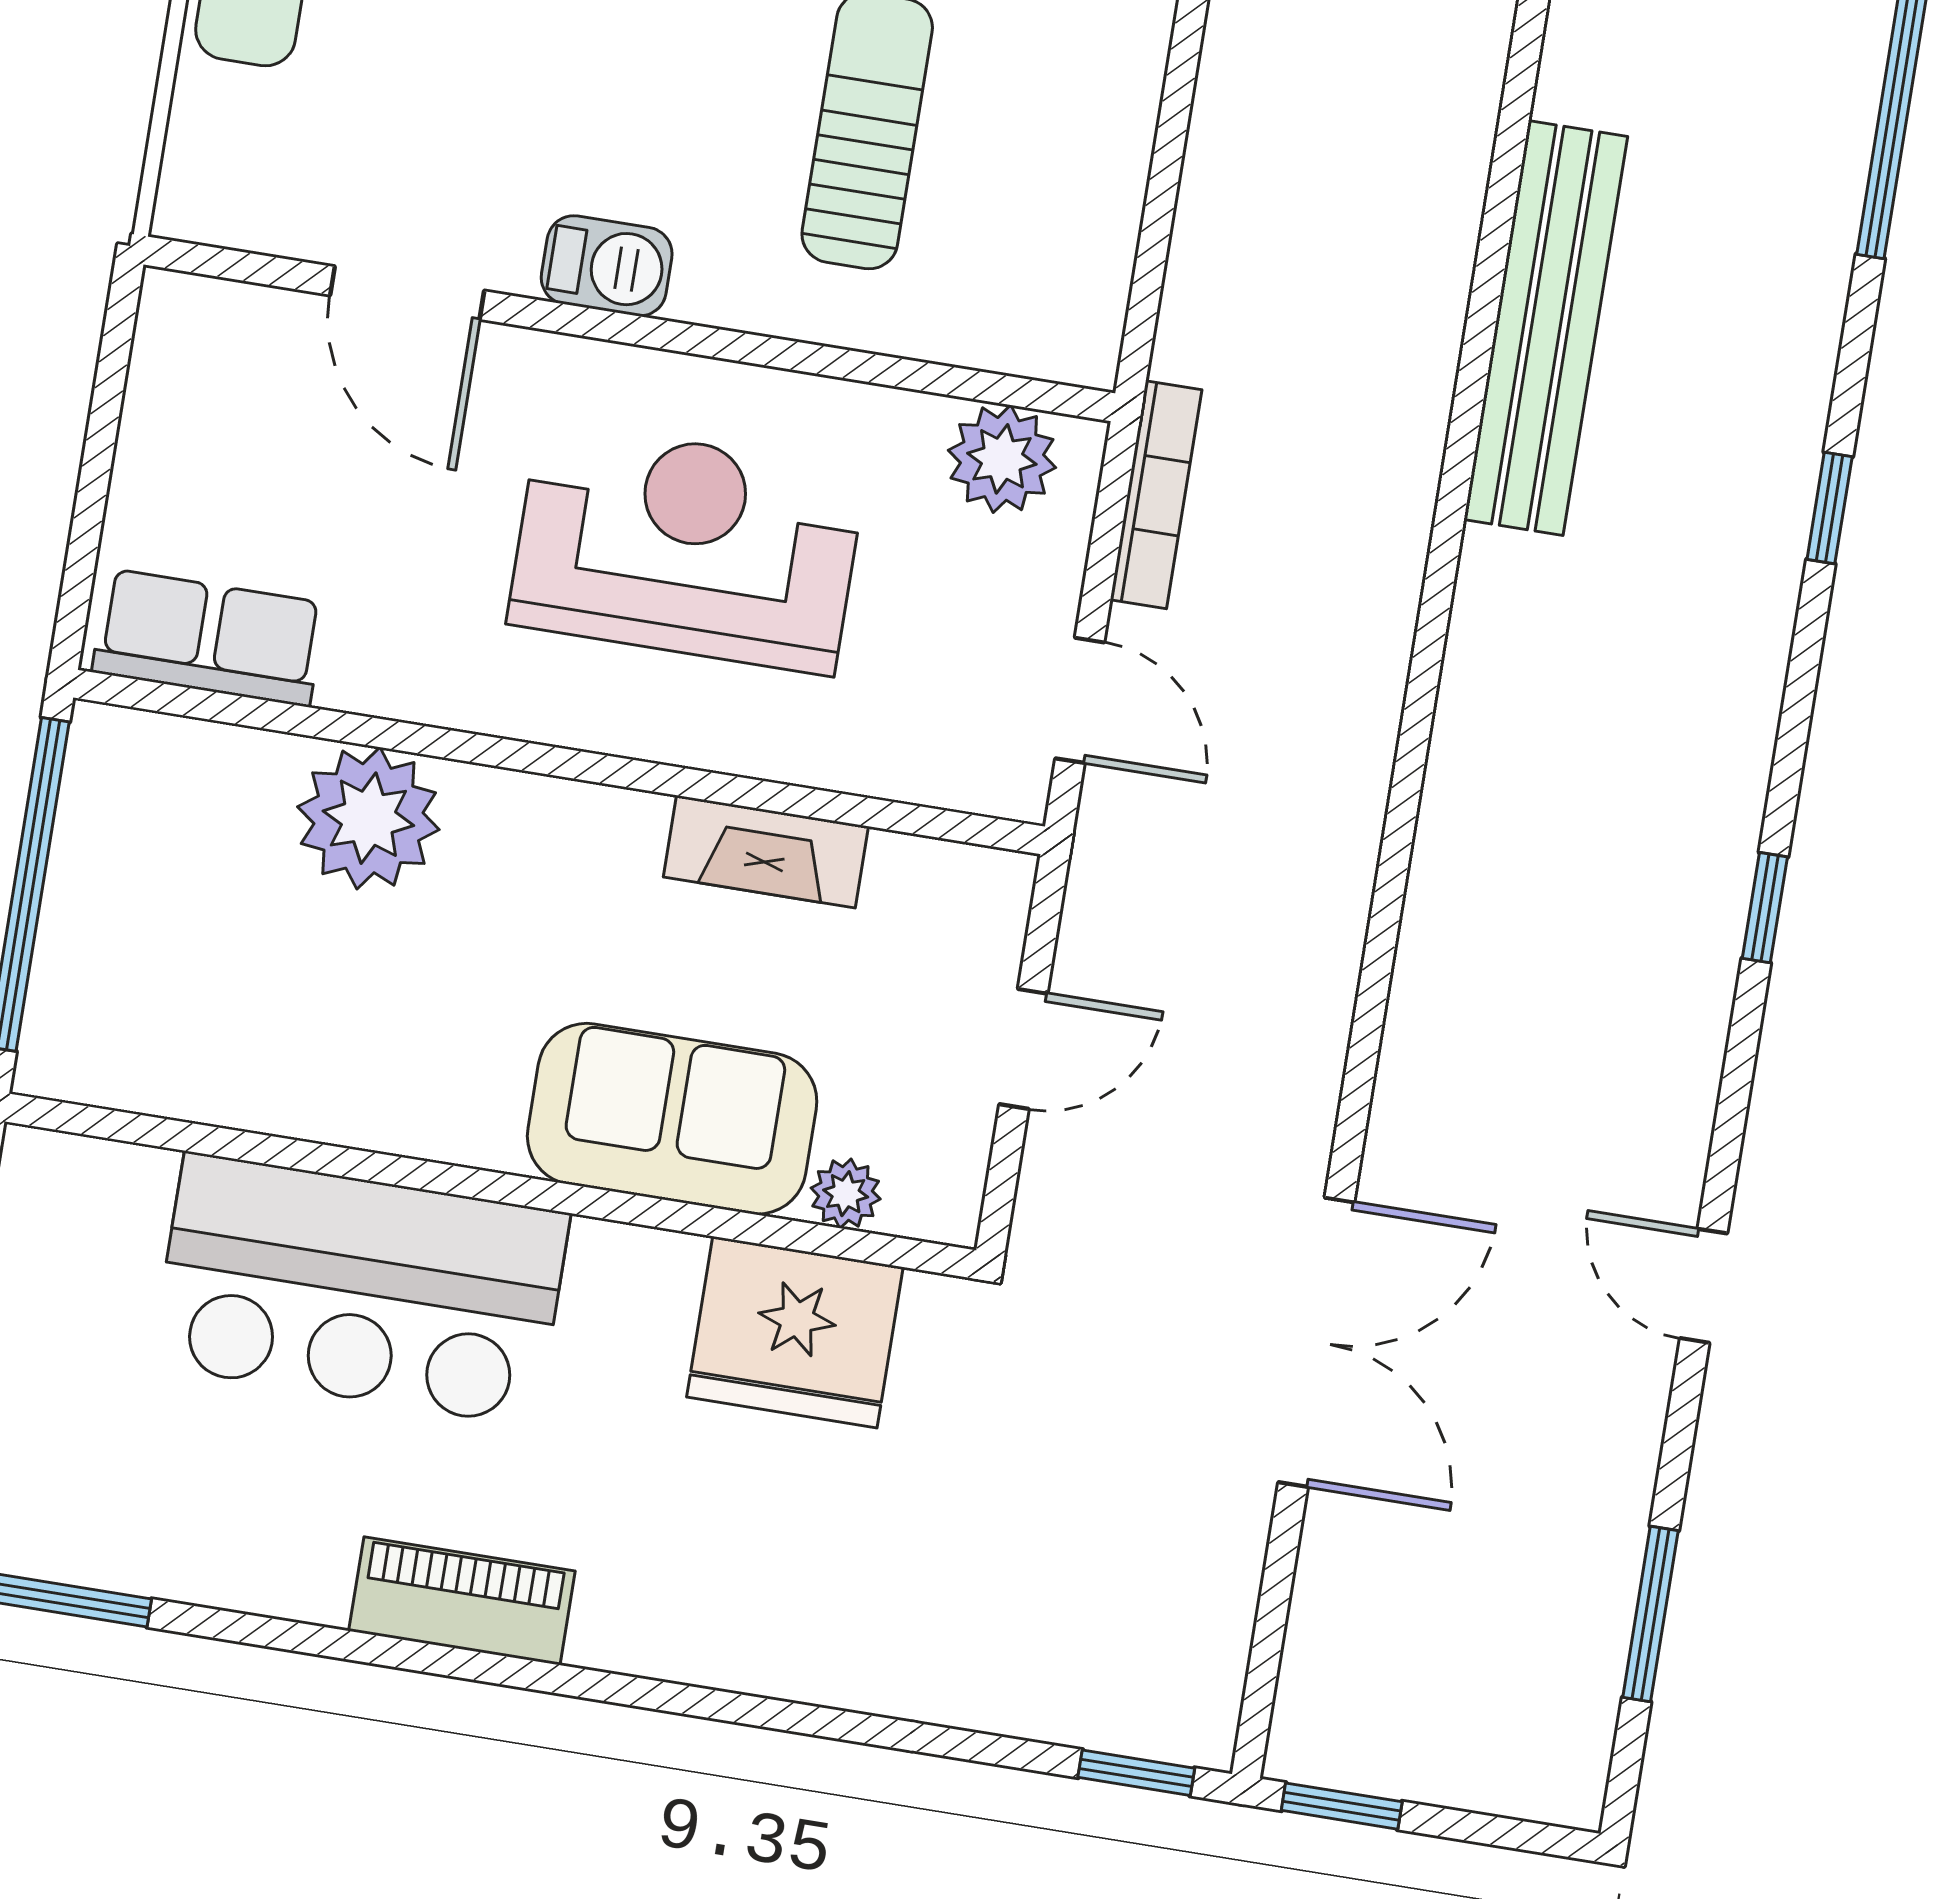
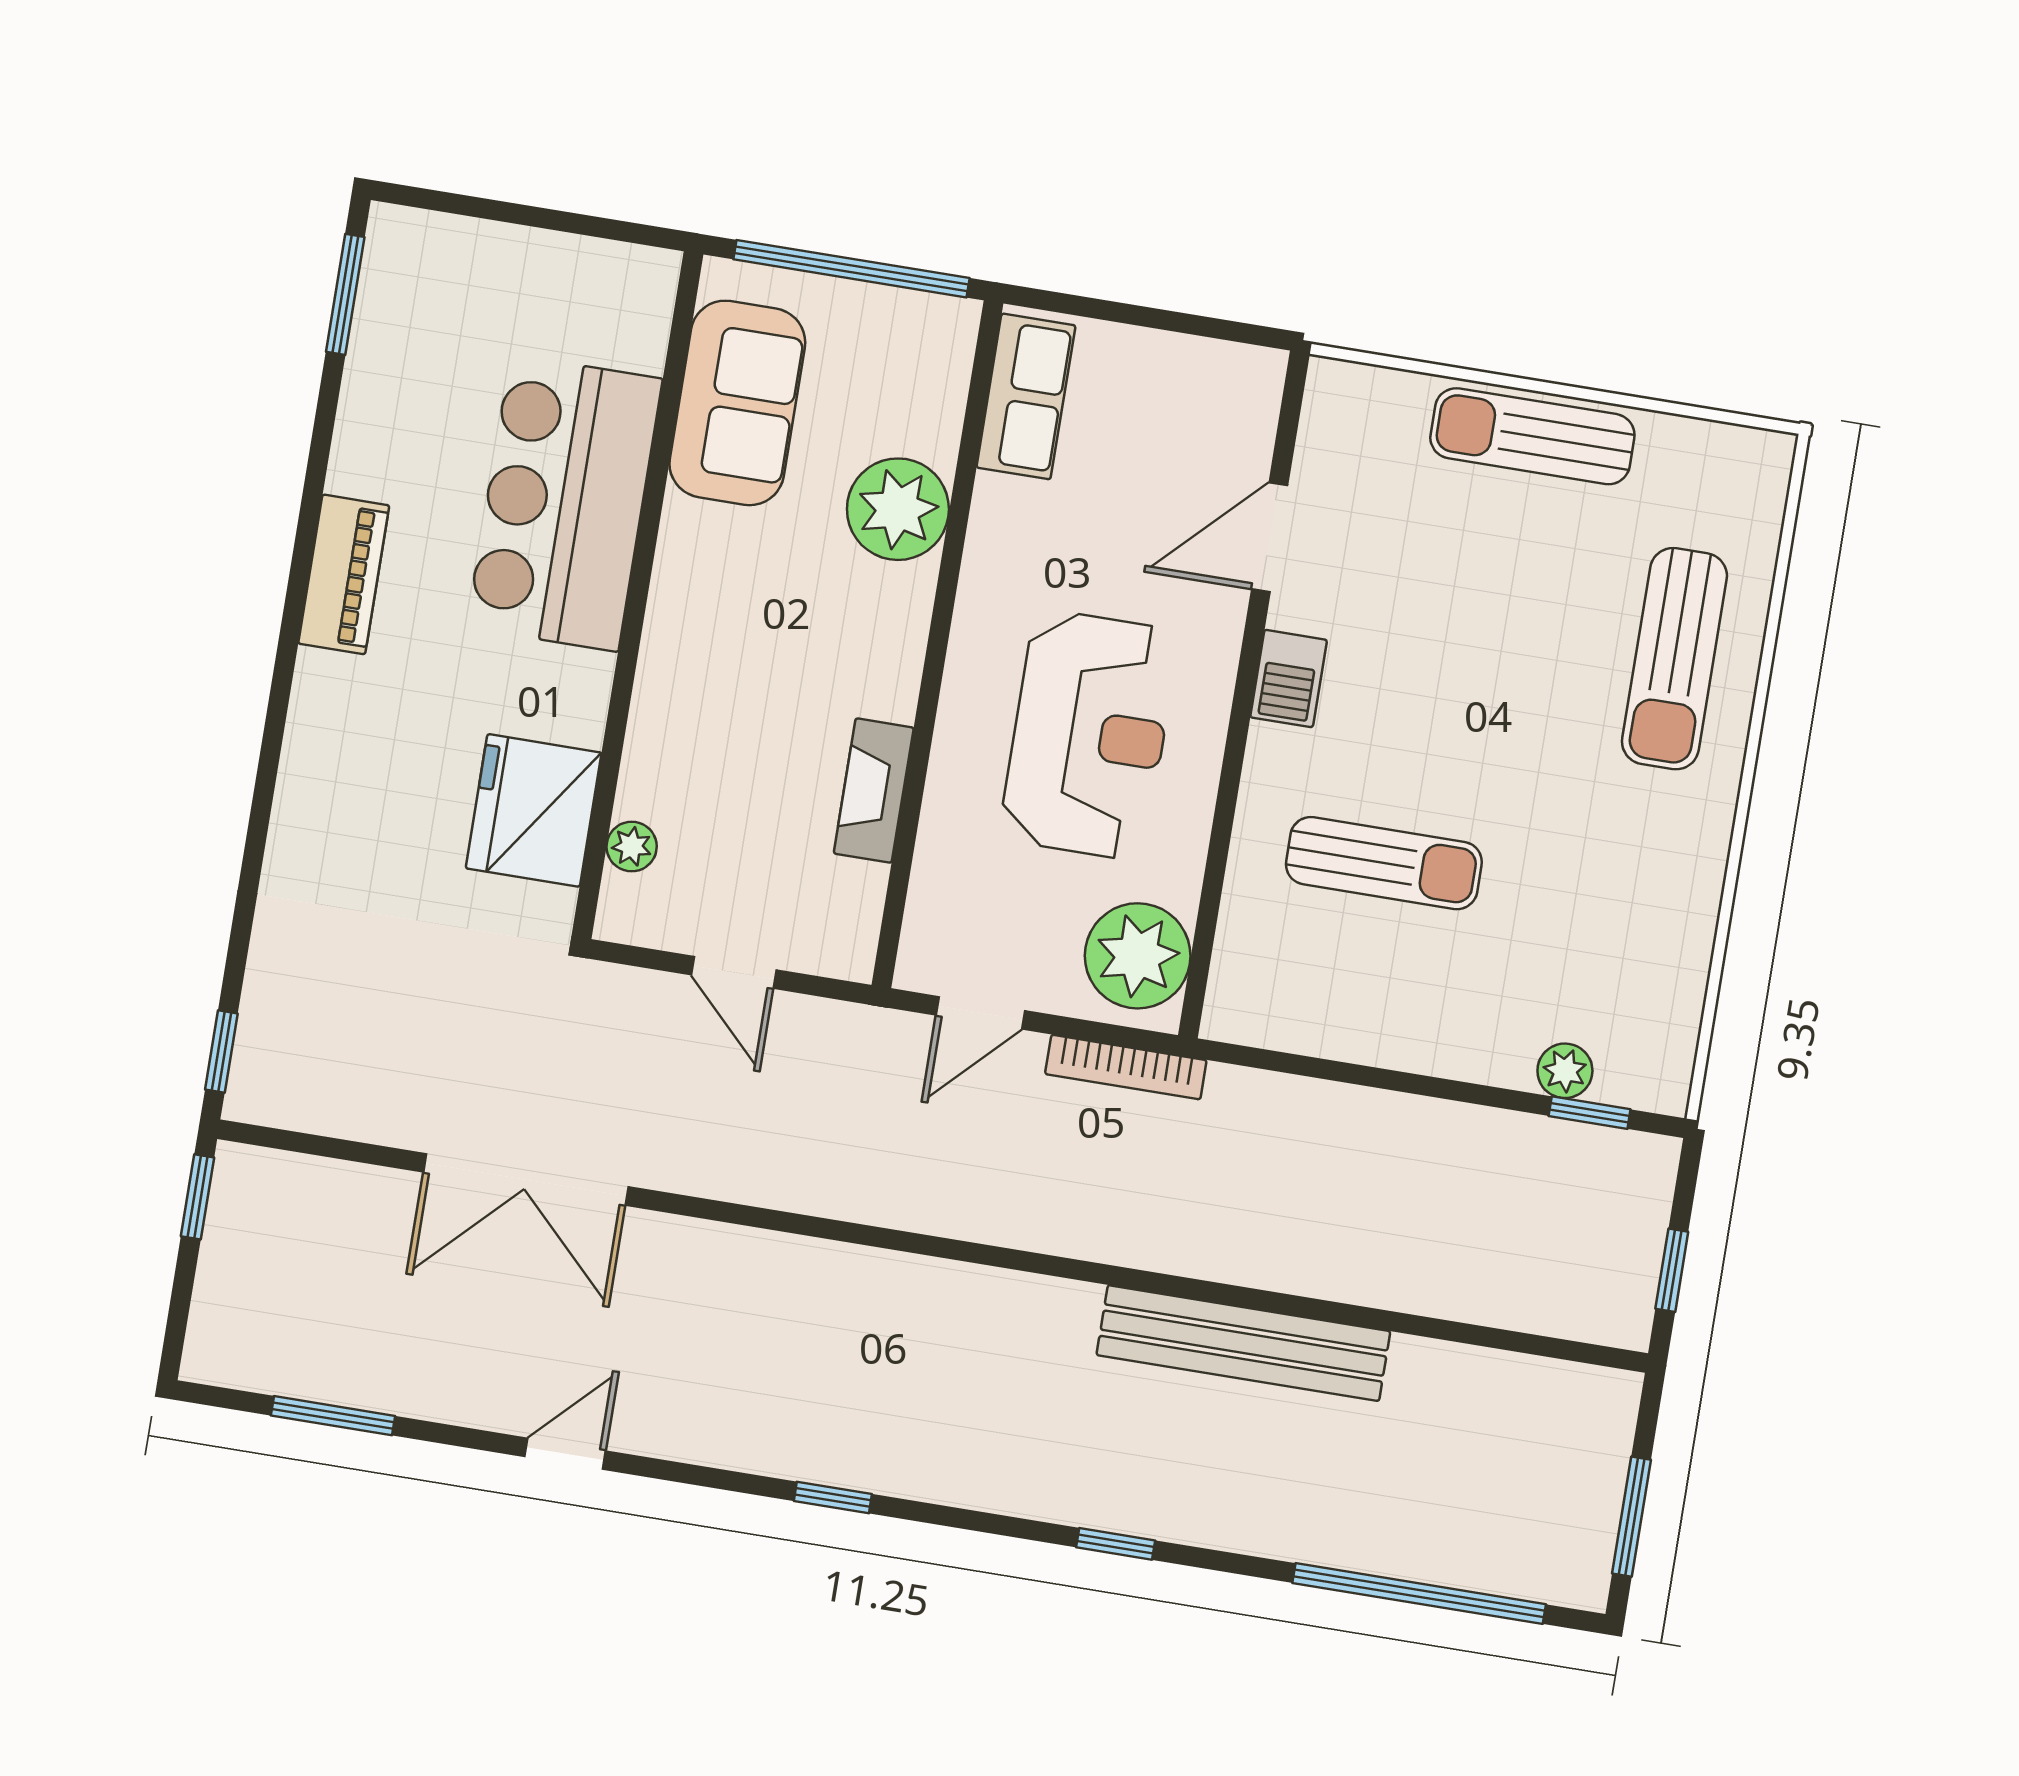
plant: (1002, 459) -> (1138, 956), width x1.36, depth x1.36
sofa: (672, 1119) -> (737, 403), moved

